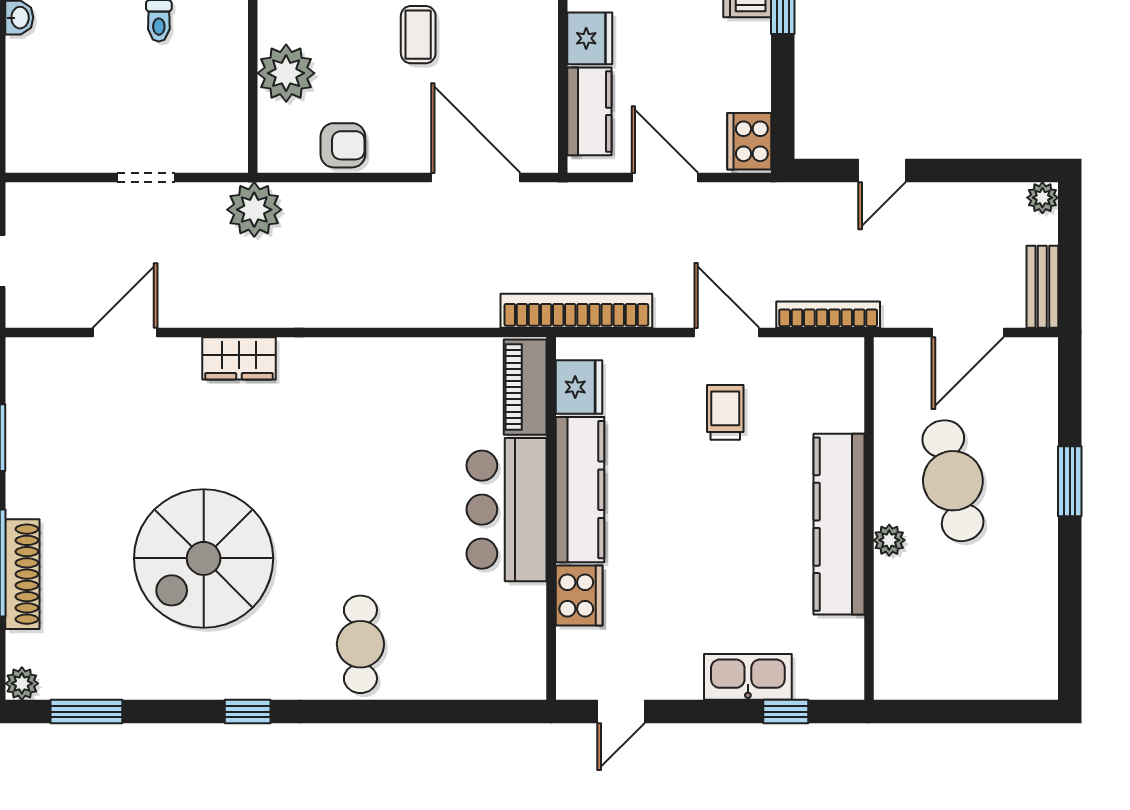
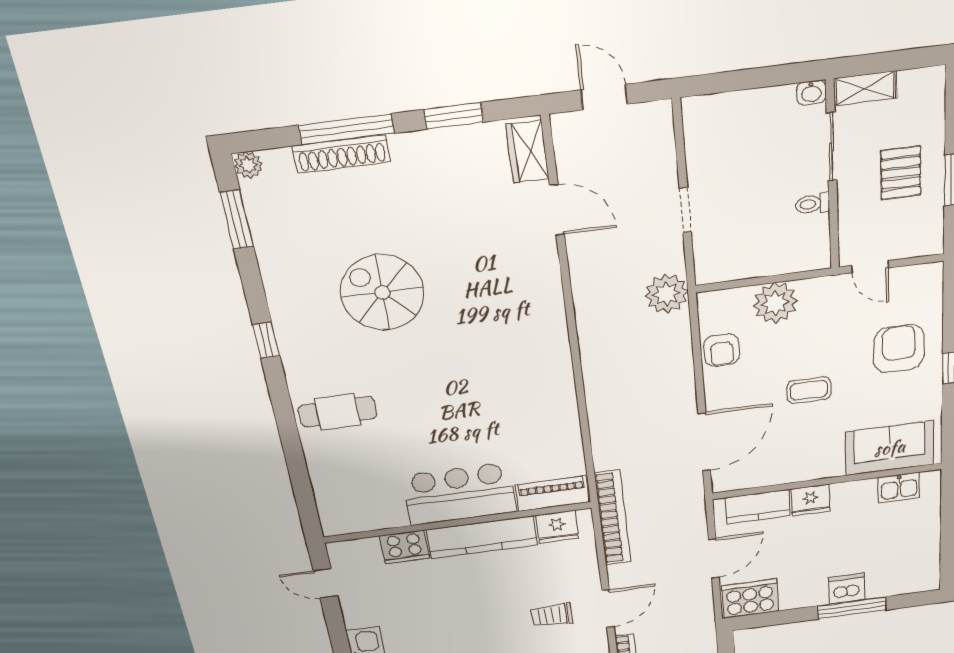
cooker: (749, 141) -> (750, 599), width x1.37, depth x1.31
wardrobe: (239, 358) -> (527, 152), moved
trolley: (725, 412) -> (552, 615), turned 180
spiral stairs: (204, 558) -> (382, 293), width x0.73, depth x0.73

